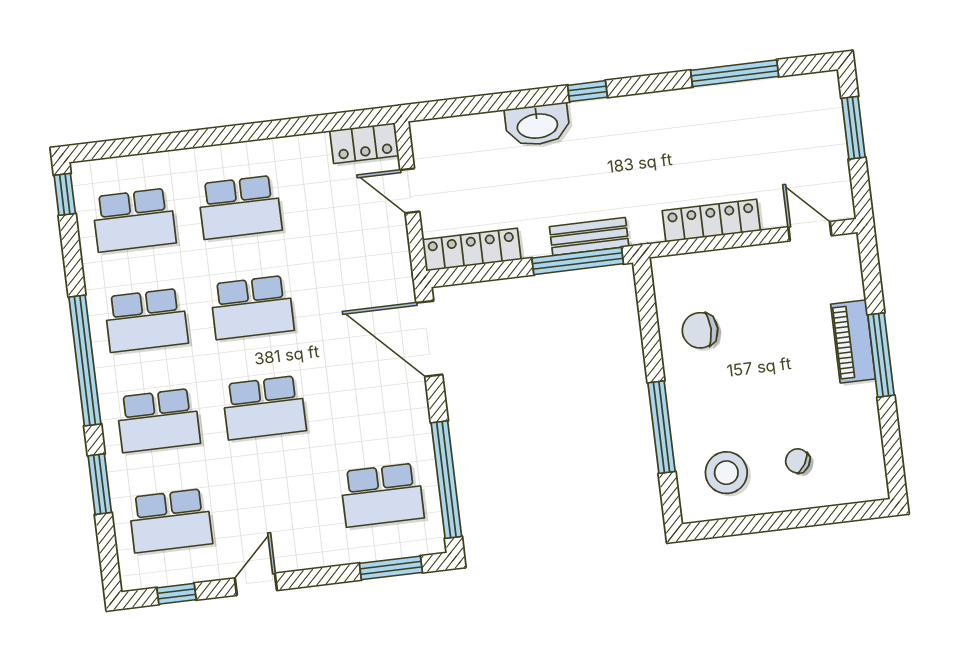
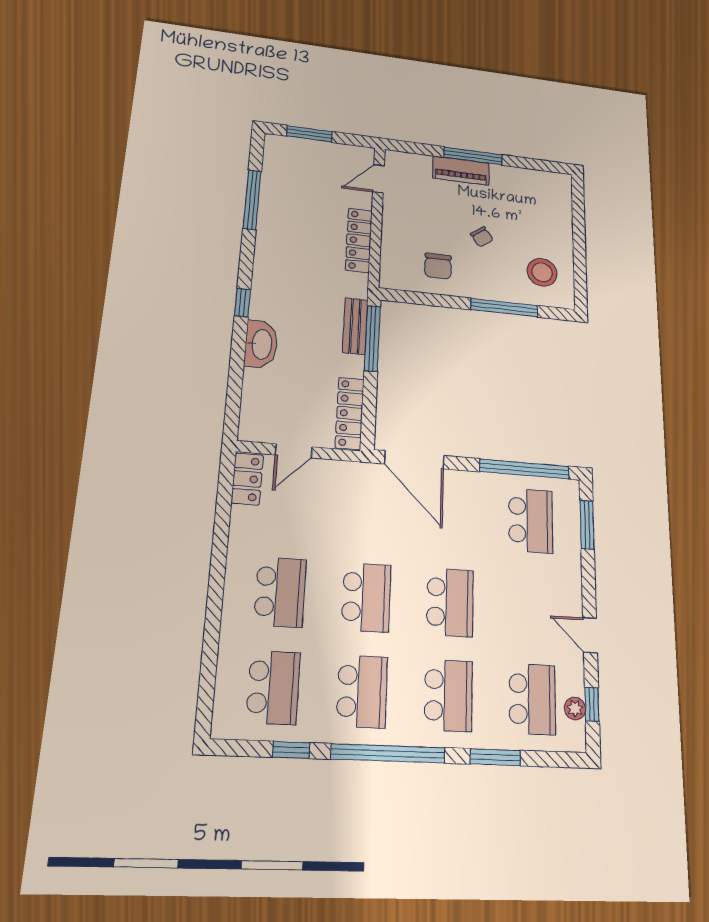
window: (65, 194) -> (291, 750), moved
door: (429, 339) -> (414, 460), hinge flipped
chair: (798, 461) -> (482, 237), moved, turned -67
plant: (168, 574) -> (575, 708), added

